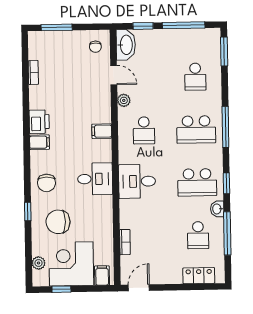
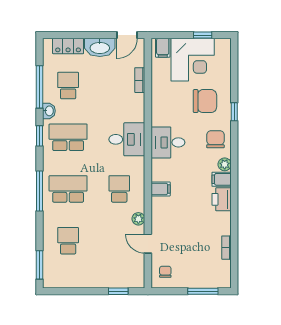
window: (184, 25) -> (79, 291), removed
washbasin: (126, 45) -> (100, 47), moved, turned -90
plant: (39, 263) -> (225, 164), moved

